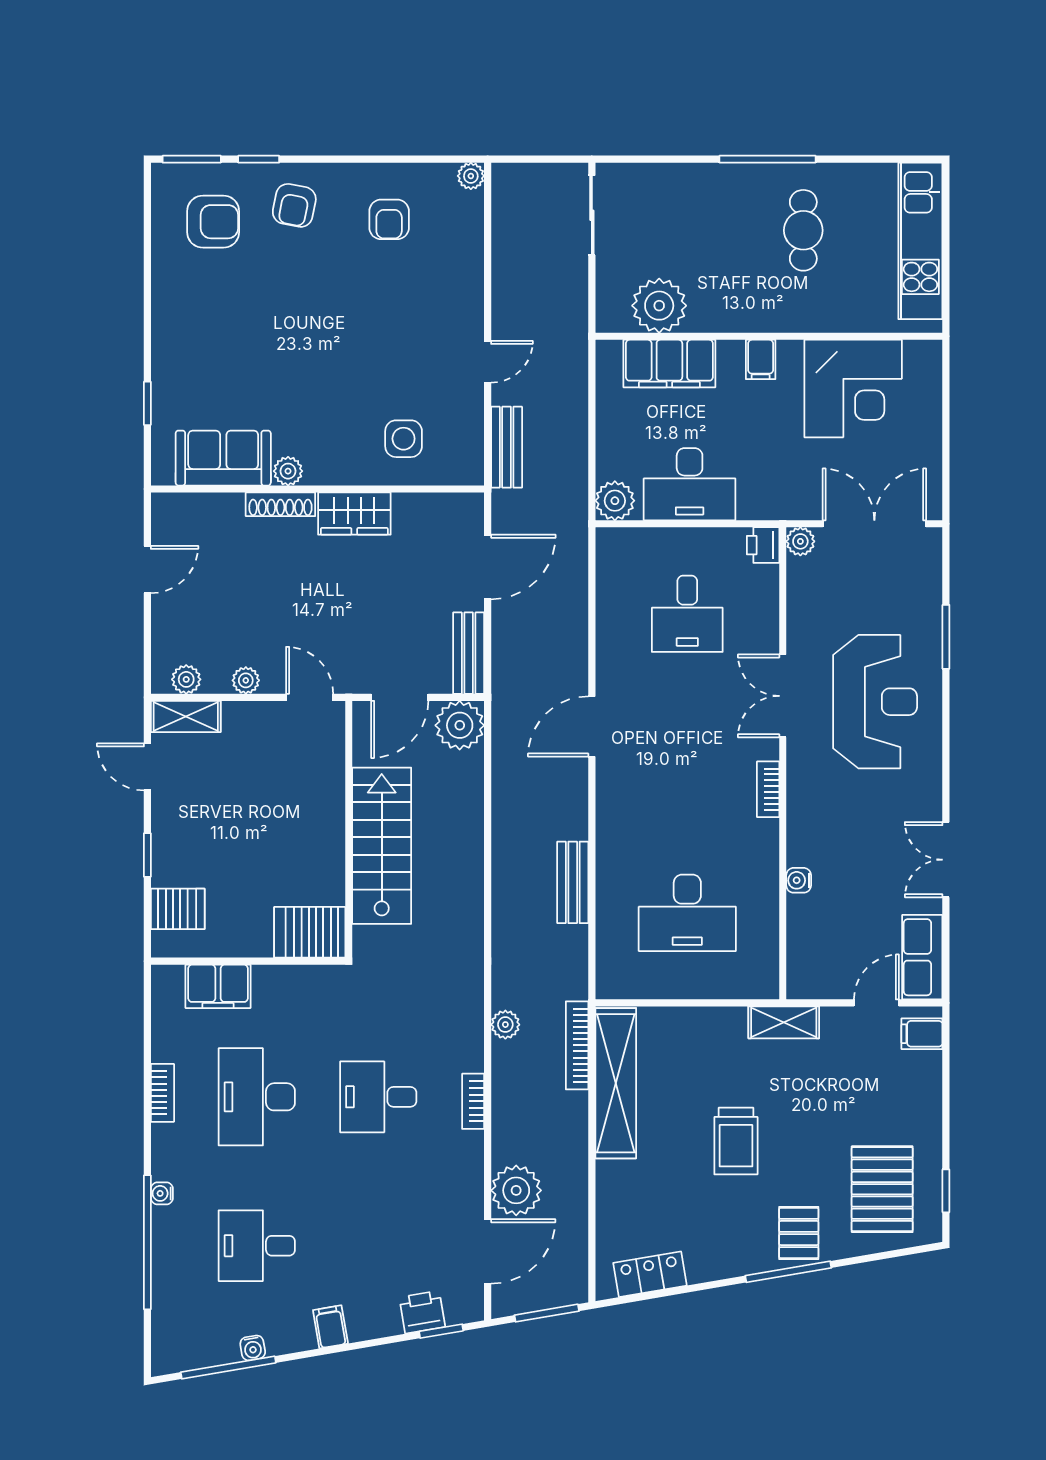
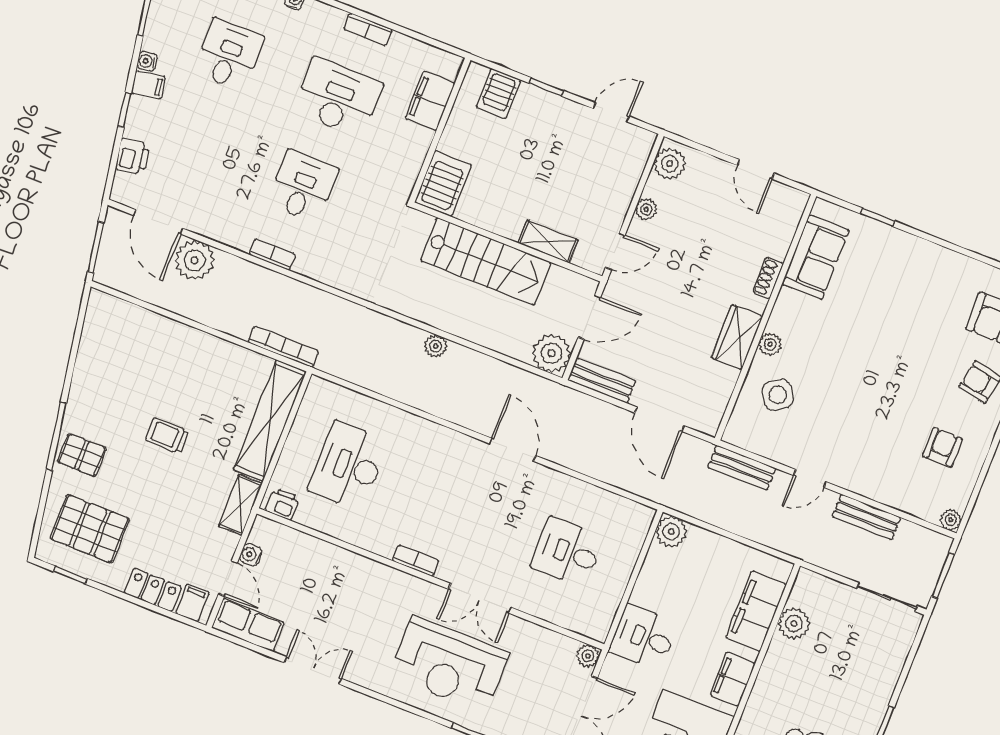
window: (540, 159) -> (943, 575), added
armchair: (389, 219) -> (942, 447), turned 90
plant: (659, 306) -> (794, 624), width x0.73, depth x0.73
filing cabinet: (761, 359) -> (733, 679), width x2.00
door: (488, 362) -> (810, 479), hinge flipped
side table: (404, 439) -> (778, 395), turned -34
plant: (288, 471) -> (770, 344), moved
desk: (690, 484) -> (644, 637), moved, width x0.73
shoe rack: (280, 504) -> (768, 278), width x0.70
printer: (763, 545) -> (282, 504), moved
plant: (186, 679) -> (670, 164), width x1.38, depth x1.38
double door: (783, 696) -> (480, 598), swing flipped
door: (400, 697) -> (589, 317), swing flipped
shelving: (186, 717) -> (548, 242), moved, turned 90
water cooler: (799, 880) -> (251, 555), moved, turned -90
bench: (573, 882) -> (866, 517), moved
plant: (505, 1025) -> (436, 346), moved
shelving: (616, 1083) -> (270, 420), moved, turned 90
trolley: (736, 1141) -> (167, 436), width x0.73, depth x0.72
locker: (650, 1274) -> (153, 590), moved, turned -80
window: (441, 1331) -> (125, 110), moved
water cooler: (253, 1348) -> (147, 61), moved

